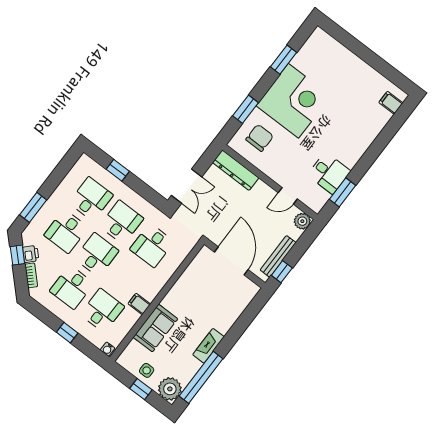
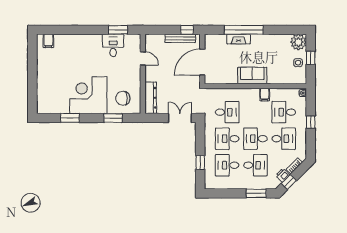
plant: (302, 221) -> (151, 40), removed
sofa: (155, 328) -> (252, 76), moved
fireplace: (208, 346) -> (239, 39), moved
window: (201, 377) -> (244, 30), moved

